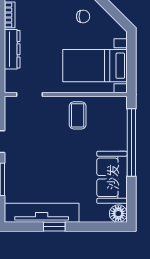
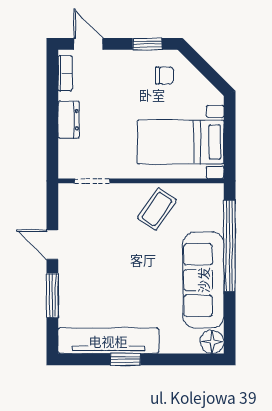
dresser: (12, 49) -> (69, 120), width x0.70
coffee table: (78, 115) -> (157, 209), turned 34
sofa: (112, 177) -> (203, 280), width x1.36

